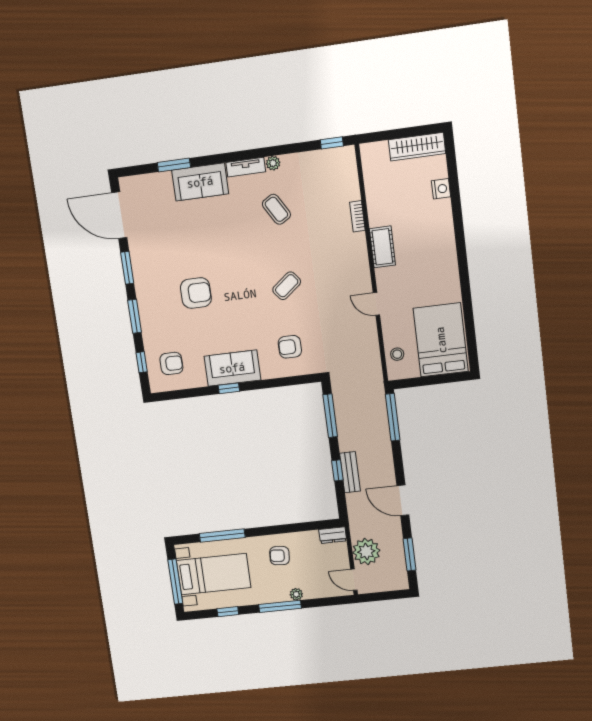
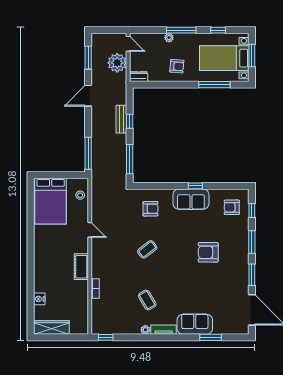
door: (403, 500) -> (88, 96), swing flipped
window: (175, 582) -> (252, 56), width x0.69

